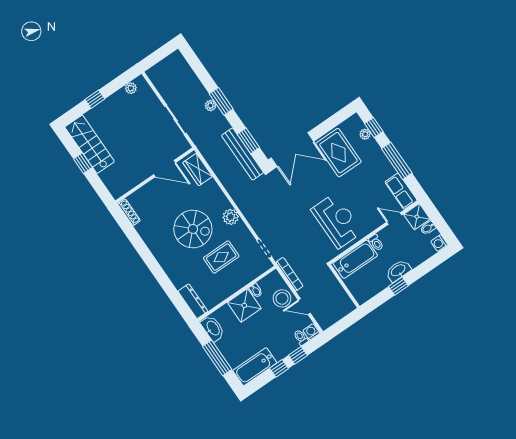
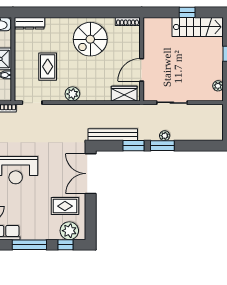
plant: (365, 134) -> (69, 231), width x1.88, depth x1.88
window: (248, 141) -> (133, 146), moved
rug: (338, 153) -> (65, 206), width x0.73, depth x0.70
spiral stairs: (193, 229) -> (90, 39), moved

